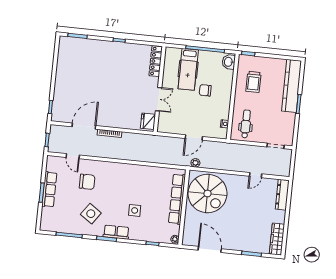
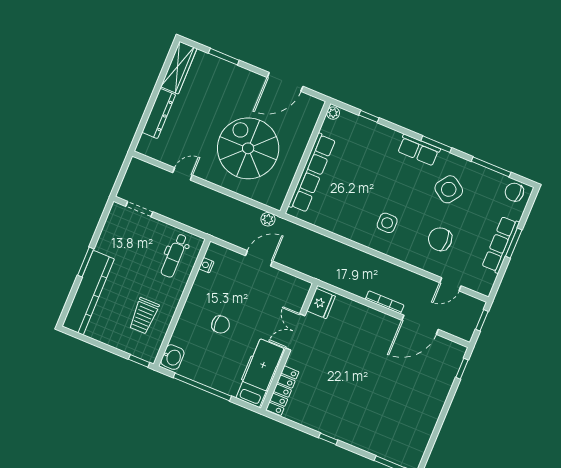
hospital bed: (188, 69) -> (260, 373), moved
trolley: (253, 82) -> (144, 316), turned 180
door: (73, 156) -> (450, 284), swing flipped
spiral stairs: (207, 193) -> (248, 148), moved
dresser: (282, 195) -> (159, 113), moved
side table: (135, 210) -> (387, 223), moved
chair: (50, 224) -> (514, 192), added
door: (210, 249) -> (285, 82), hinge flipped

